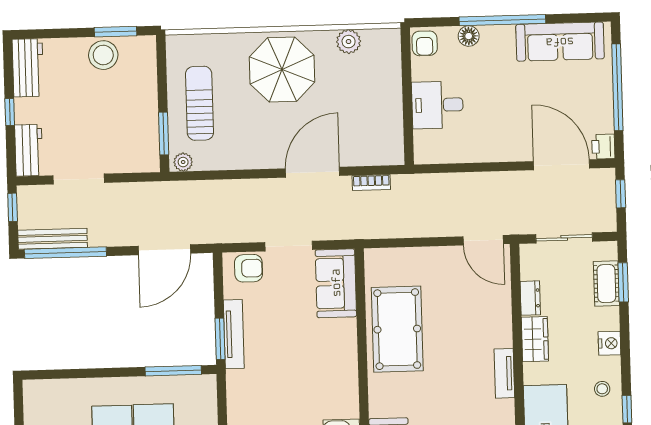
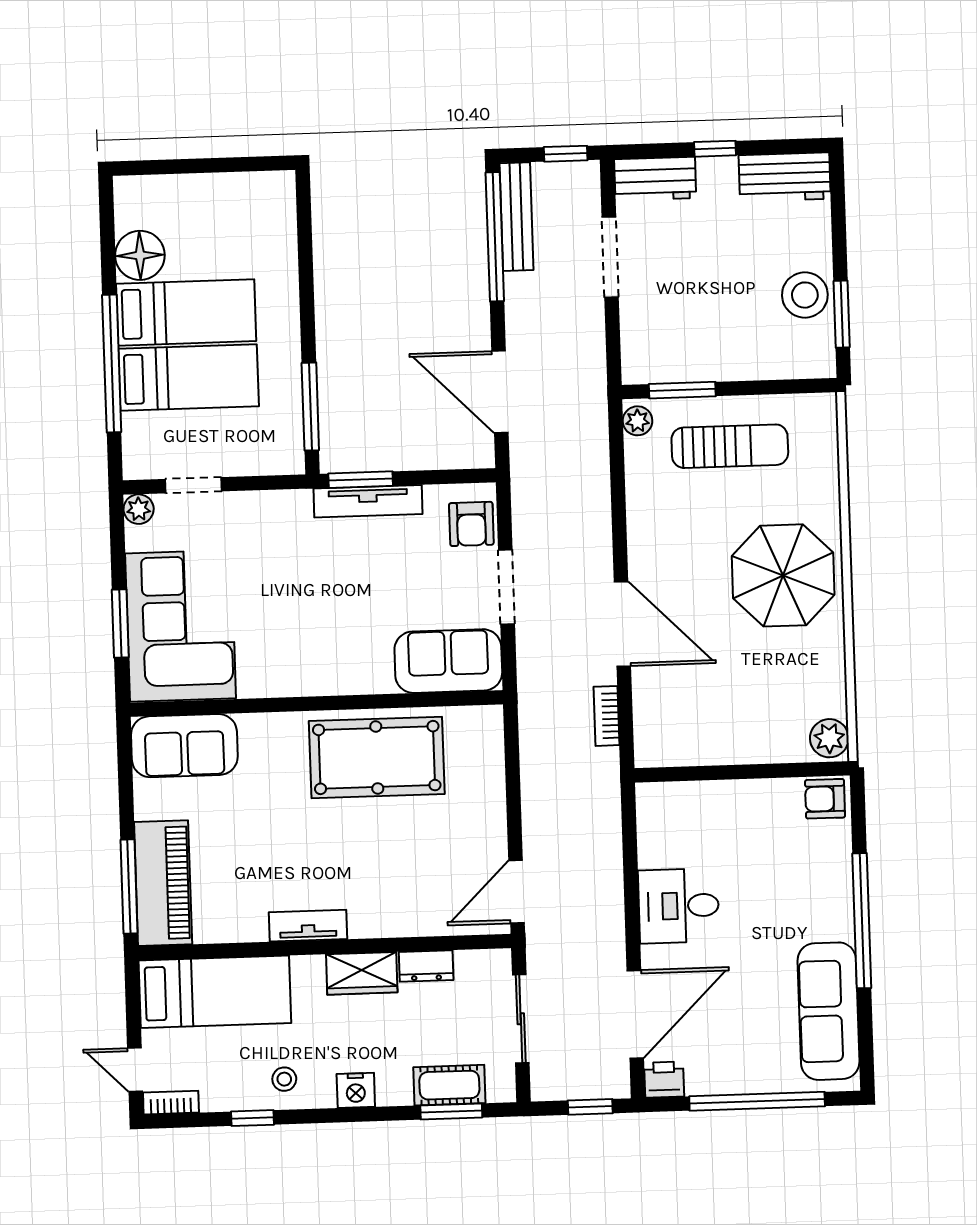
floor lamp: (469, 36) -> (837, 868), removed
plant: (349, 42) -> (829, 738), moved
desk: (437, 105) -> (679, 906), moved, turned -90

